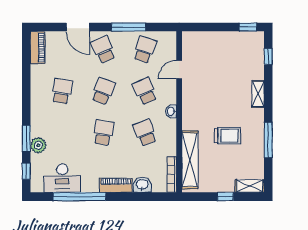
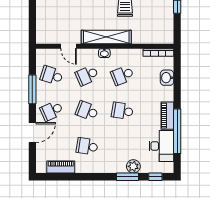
piano: (38, 48) -> (61, 167), moved
shelving: (190, 160) -> (106, 37), moved
piano: (116, 185) -> (167, 116), moved

